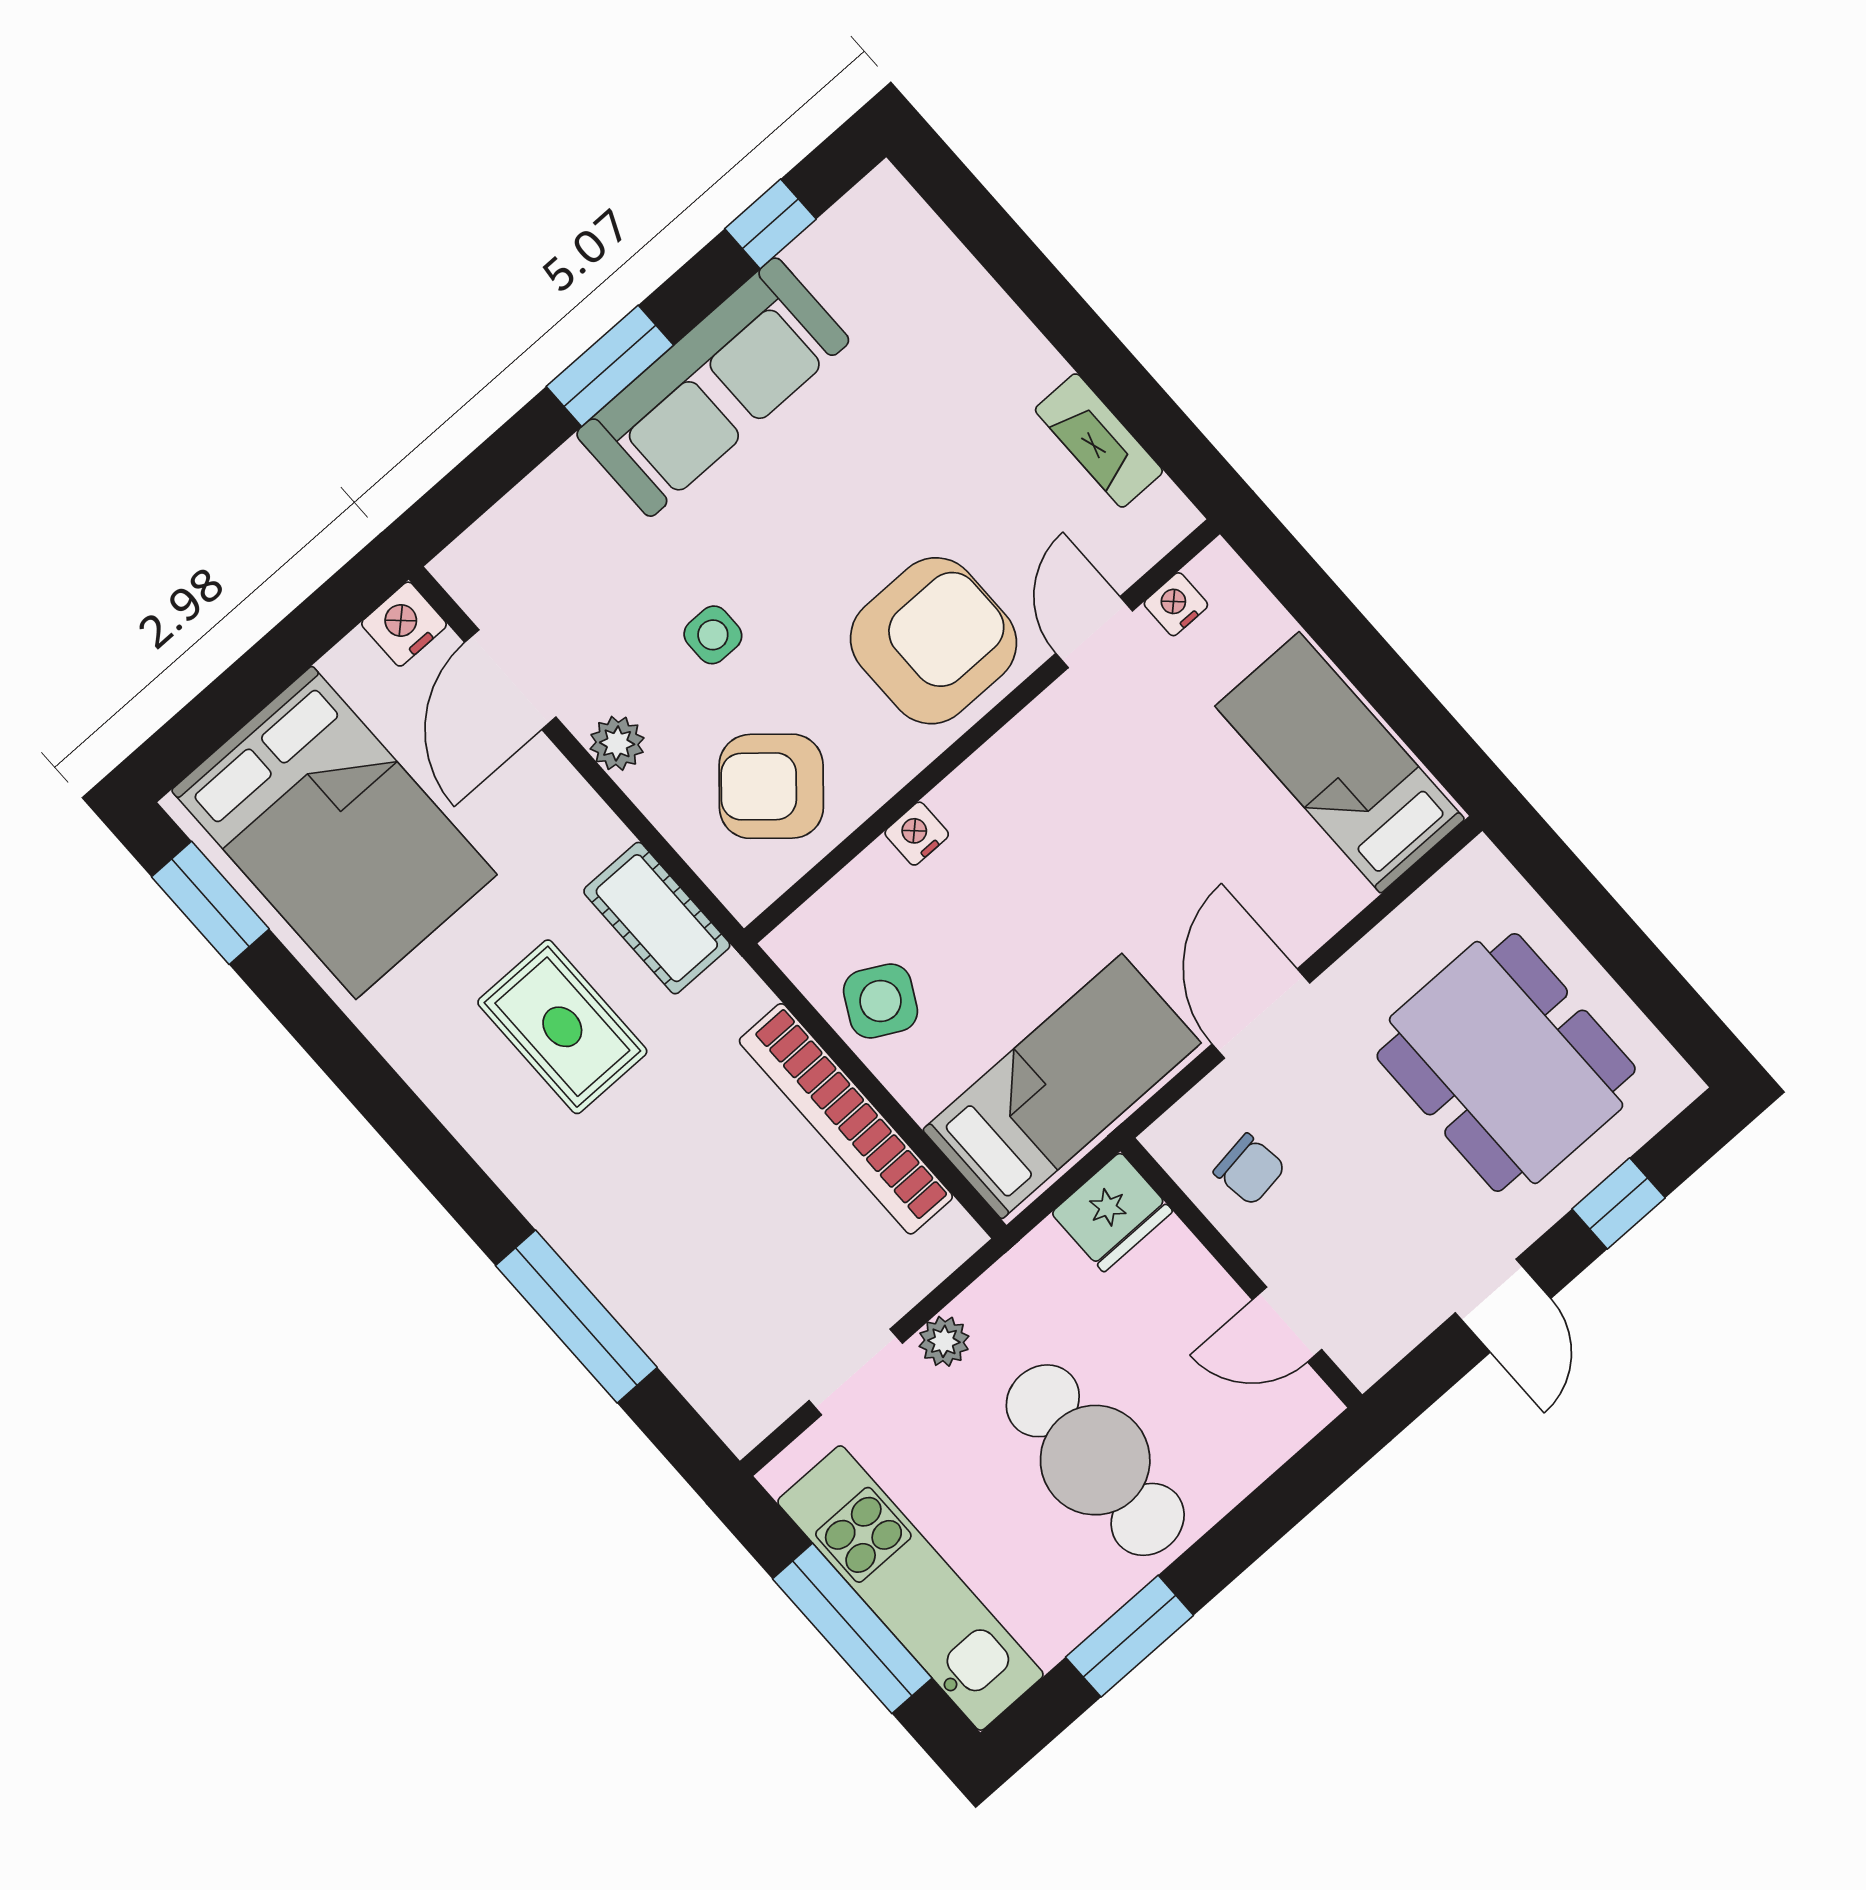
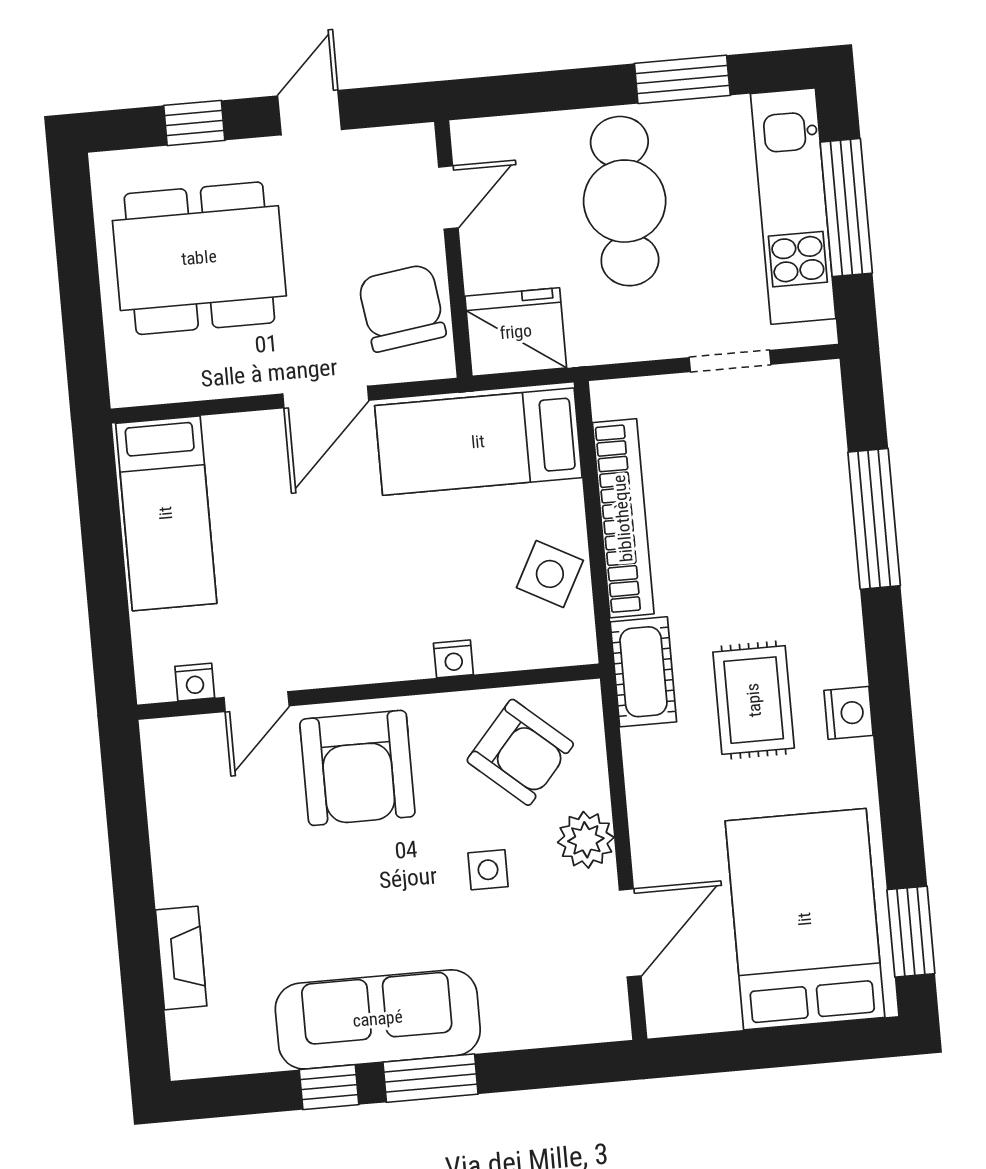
window: (770, 224) -> (329, 1087), moved
fireplace: (1099, 440) -> (181, 958), moved
nightstand: (404, 624) -> (848, 713), moved, turned -90
armchair: (933, 641) -> (357, 768), turned -90
plant: (617, 743) -> (586, 840), width x1.38, depth x1.38
cot: (657, 918) -> (643, 672), moved
dining table: (1506, 1062) -> (199, 258), turned 90
chair: (1250, 1169) -> (402, 308), width x1.87, depth x1.87
fridge: (1112, 1212) -> (516, 332), width x1.36, depth x1.34
door: (1287, 1325) -> (448, 197), hinge flipped
plant: (944, 1341) -> (663, 340), removed

